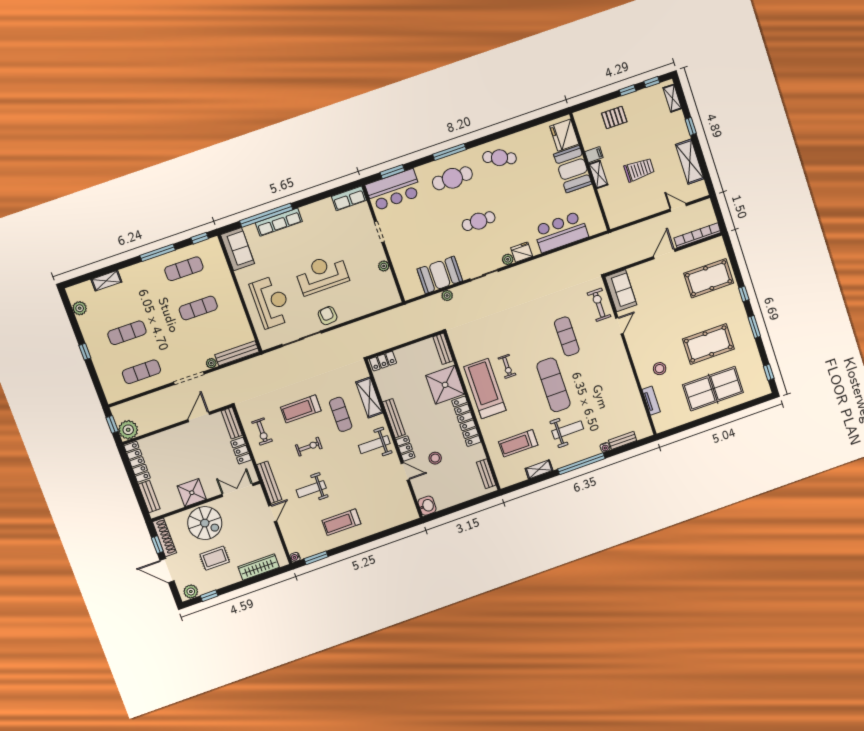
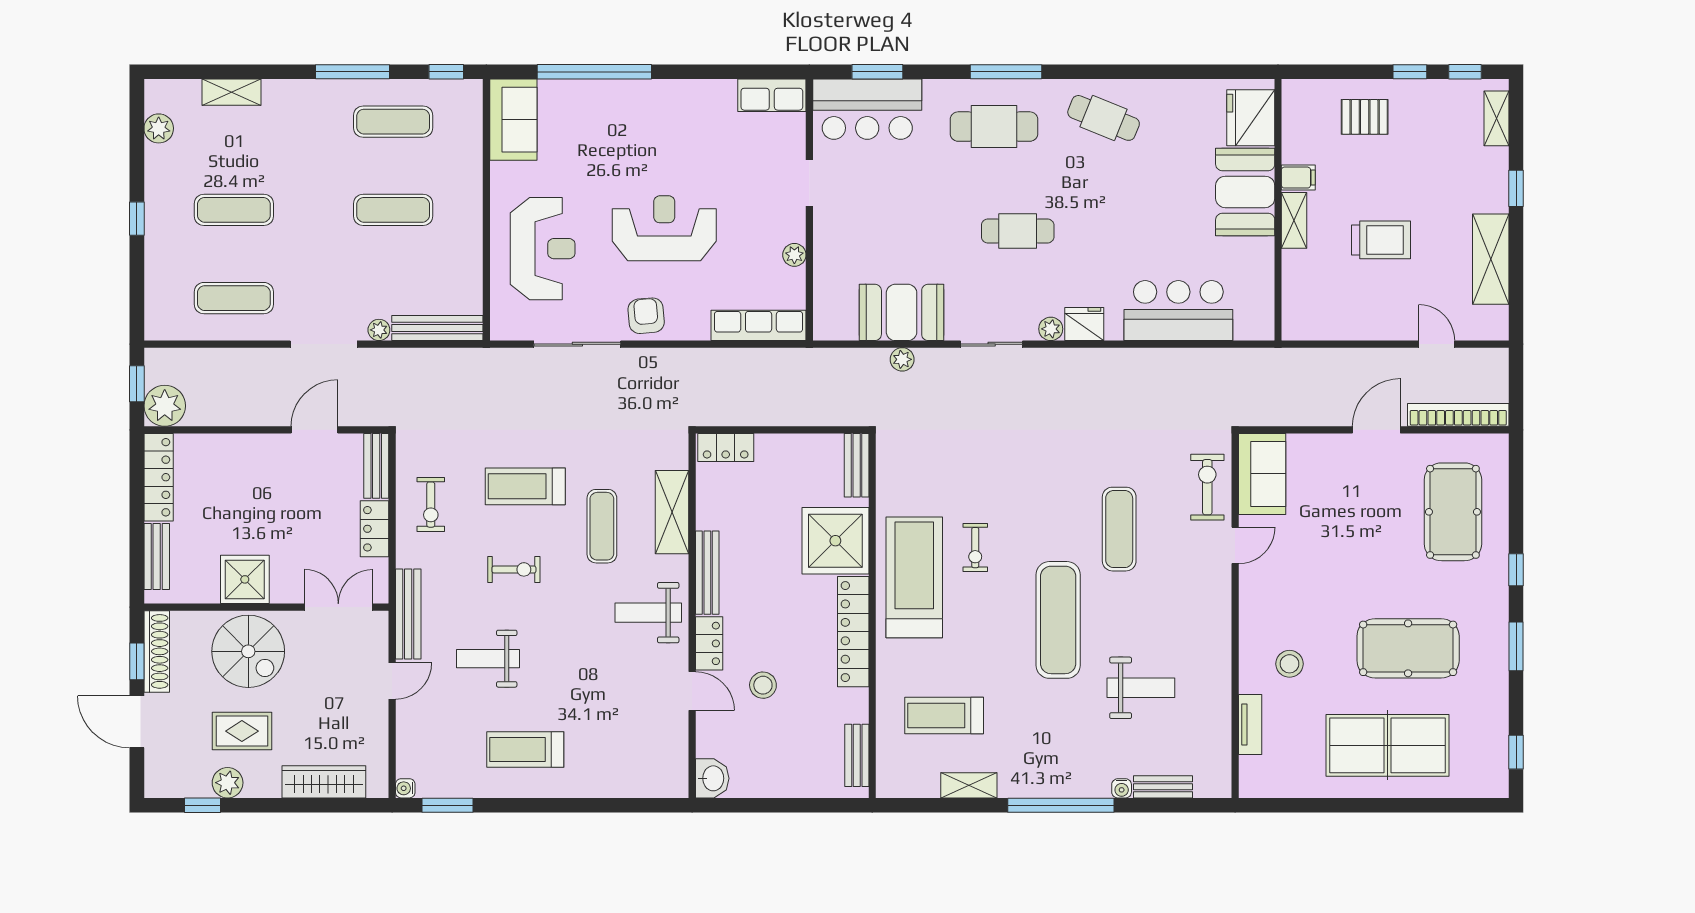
row of seats: (279, 222) -> (759, 325), moved, turned 180
pool table: (709, 278) -> (1453, 512), turned 90
weight bench: (568, 430) -> (1141, 688), moved
plant: (191, 591) -> (228, 783), moved

